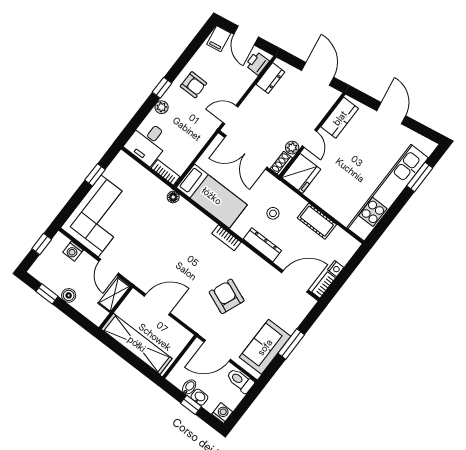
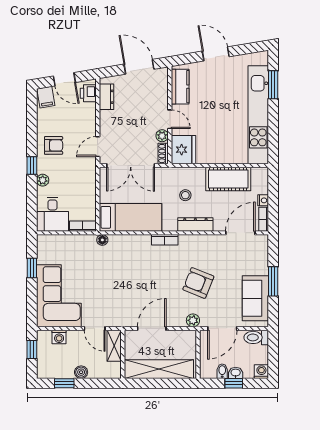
cot: (317, 221) -> (228, 179), width x1.37, depth x1.34
plant: (198, 325) -> (193, 320), added

